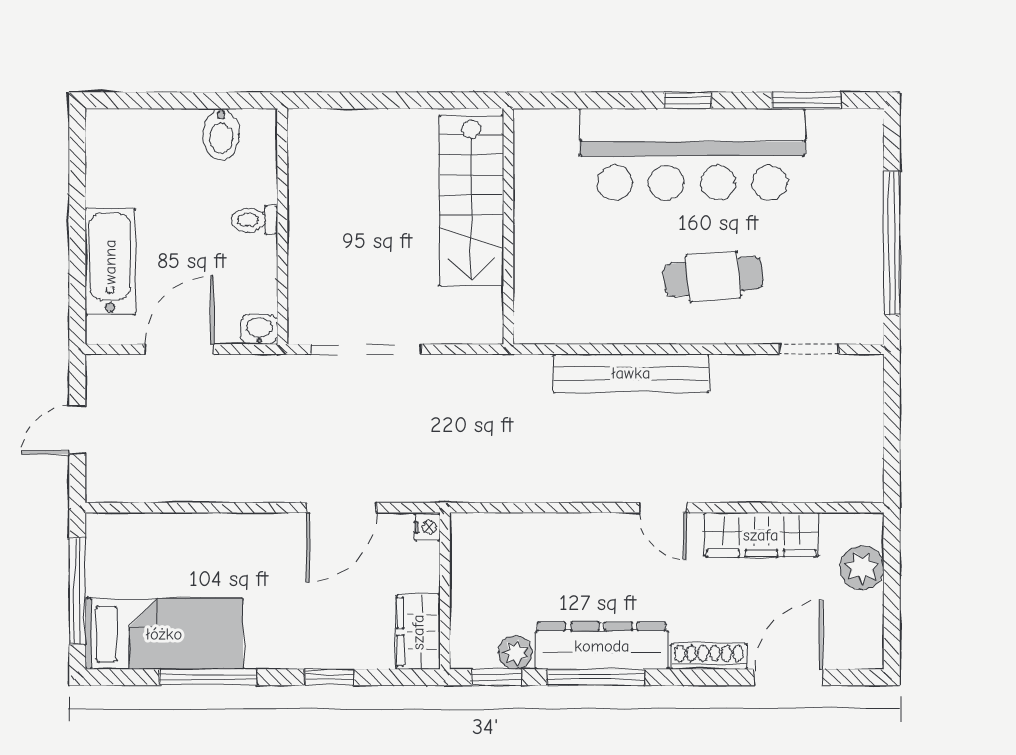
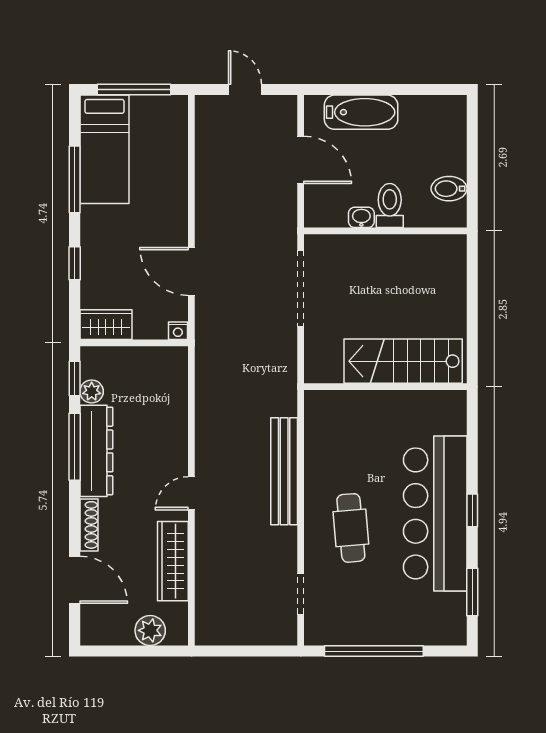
toilet: (255, 220) -> (390, 206), width x1.37, depth x1.39
washbasin: (259, 330) -> (361, 217), moved, turned -90

